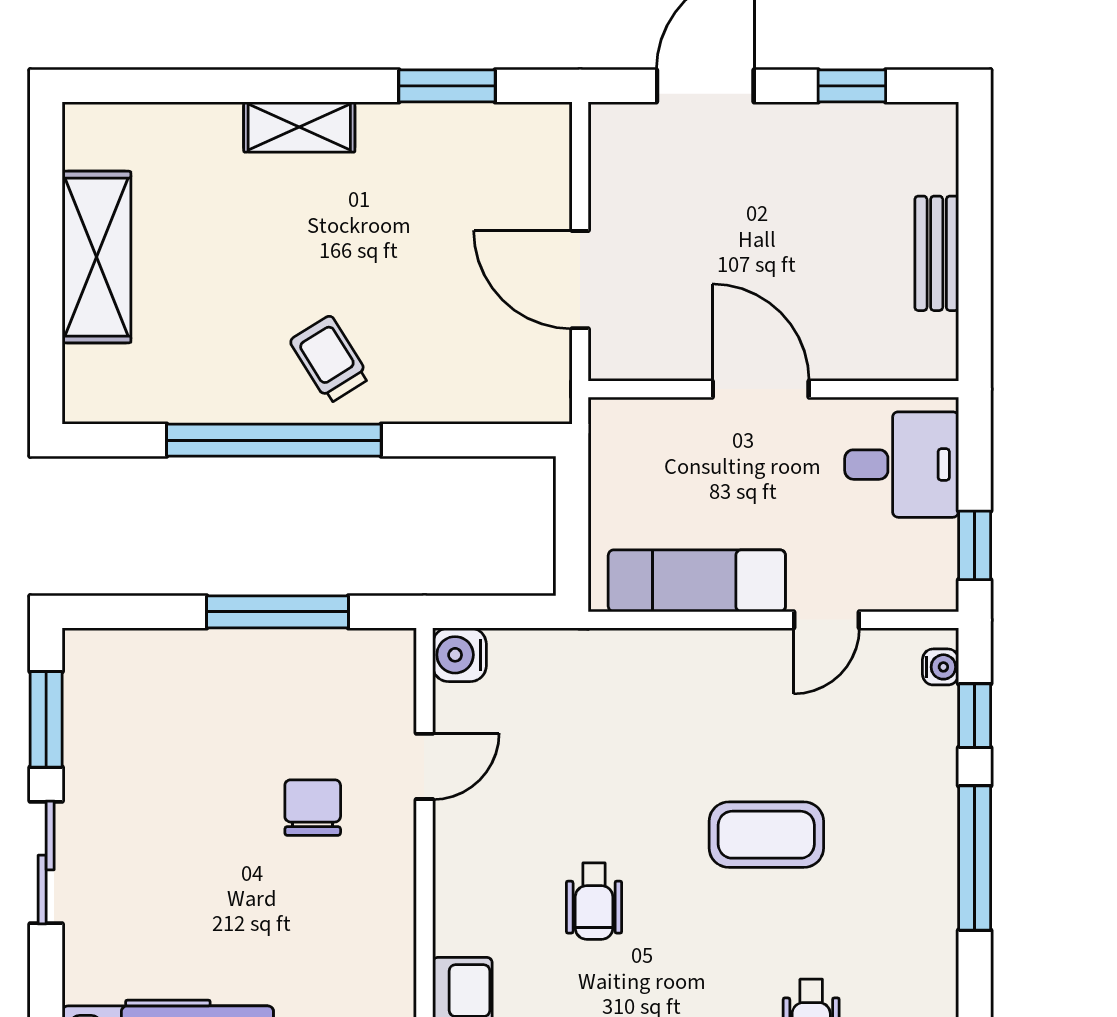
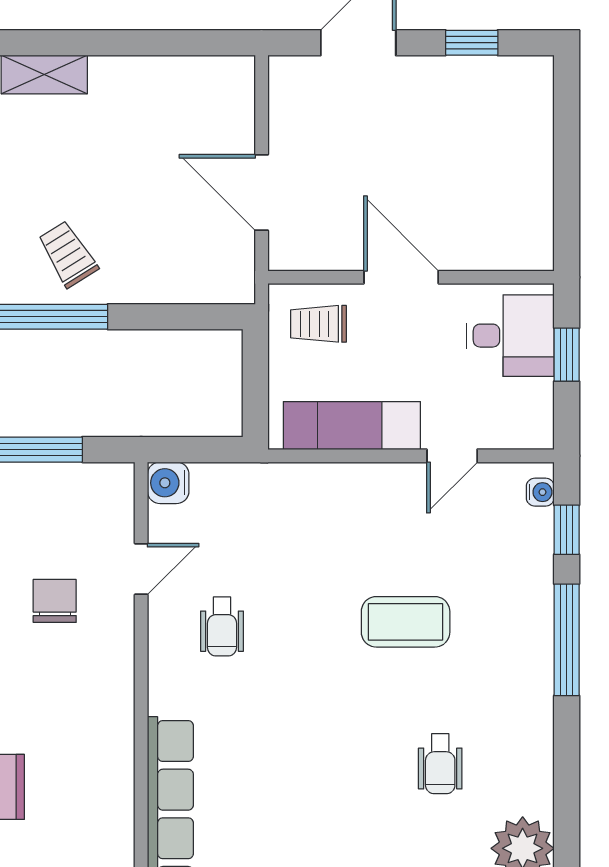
window: (447, 86) -> (159, 43), removed
bench: (937, 253) -> (537, 172), removed
trolley: (654, 449) -> (319, 324), added
window: (975, 545) -> (567, 355), moved
wheelchair: (594, 901) -> (222, 626), moved

